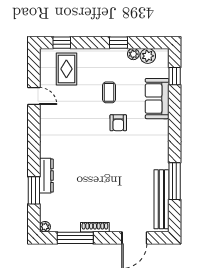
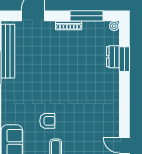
armchair: (118, 123) -> (47, 121), turned 90
dresser: (46, 176) -> (113, 57), moved, width x0.70

